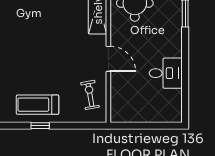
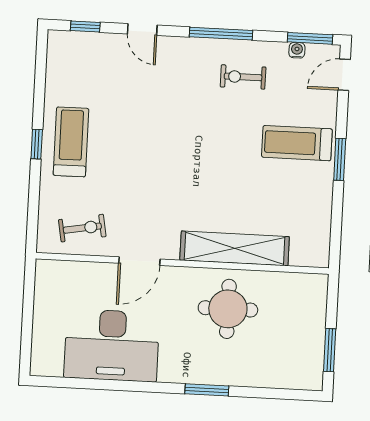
desk: (166, 73) -> (112, 345), width x1.87, depth x1.30

